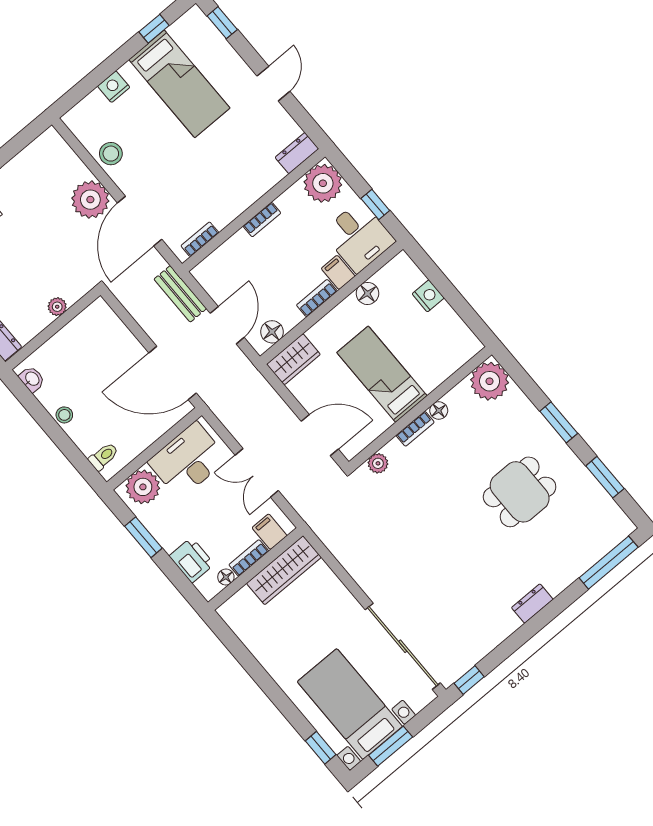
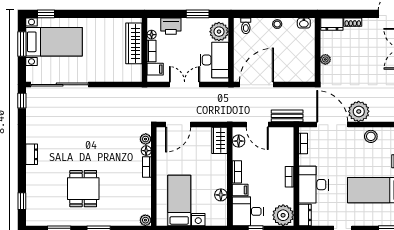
desk: (245, 177) -> (313, 185), added
bed: (382, 374) -> (179, 201), moved, turned -90
plant: (490, 381) -> (145, 220), width x0.53, depth x0.53
floor lamp: (439, 411) -> (146, 151), moved
window: (609, 563) -> (22, 201), width x0.46
wardrobe: (284, 570) -> (134, 43), moved

